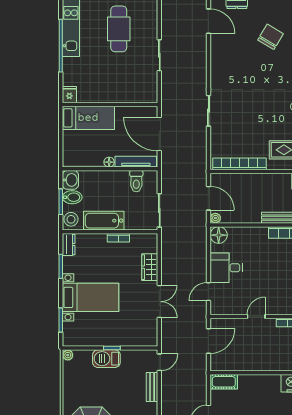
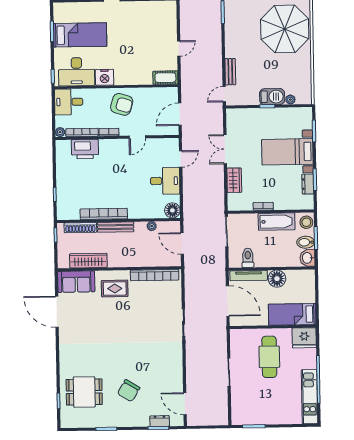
cafe table: (119, 29) -> (269, 357), moved
fridge: (69, 95) -> (304, 338), width x1.88, depth x1.34
floor lamp: (109, 162) -> (277, 279), width x1.89, depth x1.89
plant: (215, 218) -> (152, 226), moved
dresser: (69, 245) -> (308, 184), moved
armchair: (273, 353) -> (122, 104), added
plant: (68, 355) -> (290, 100), moved

